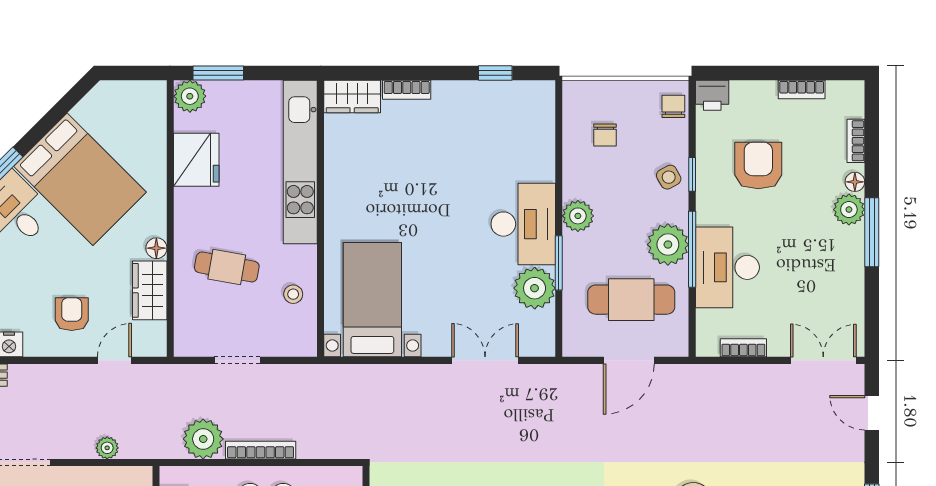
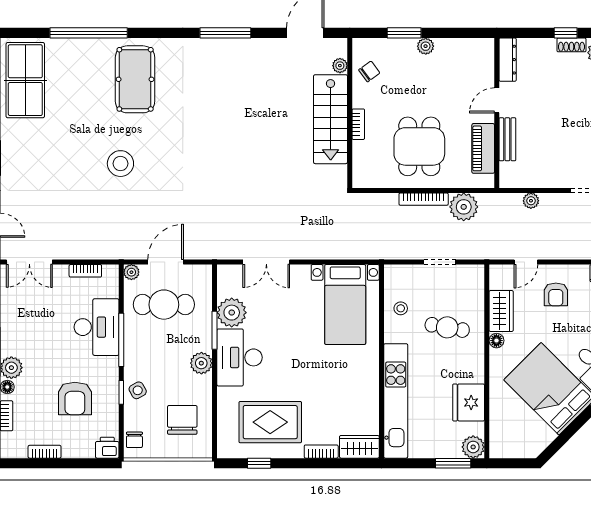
rug: (479, 132) -> (270, 422), added
chair: (605, 135) -> (182, 420), width x1.87, depth x1.87
plant: (668, 245) -> (131, 272), moved, width x0.53, depth x0.53

